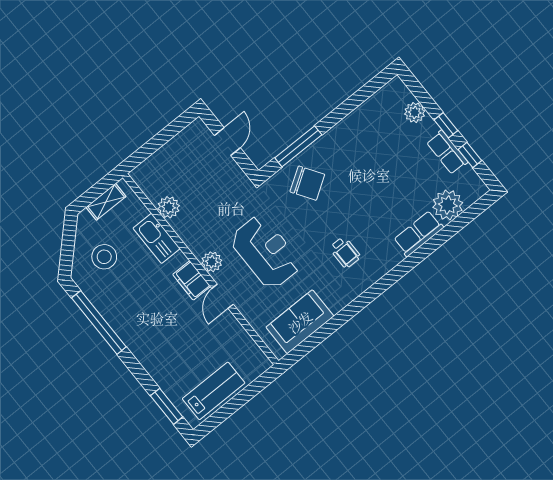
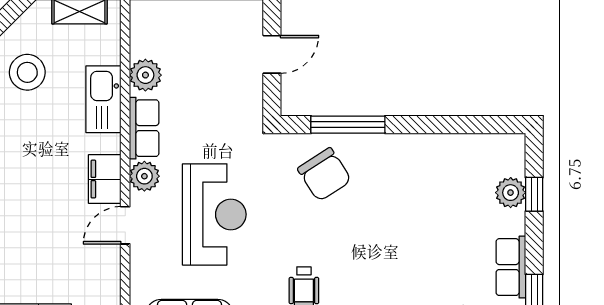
window: (446, 125) -> (534, 194), moved
row of seats: (191, 236) -> (144, 128), added

